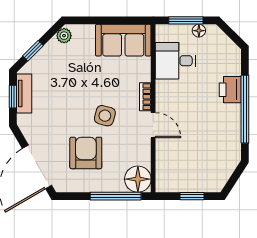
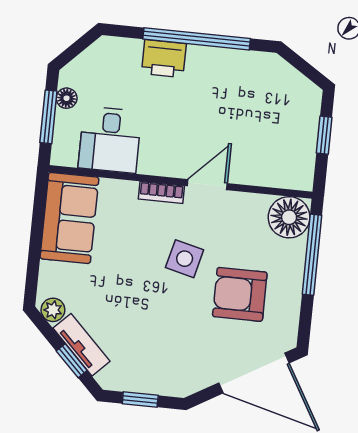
tv unit: (24, 93) -> (81, 345), moved, turned 45

